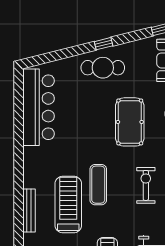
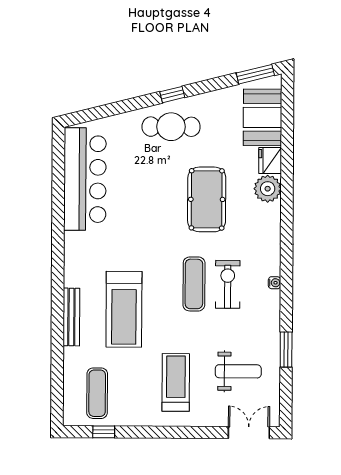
exercise mat: (98, 185) -> (194, 284), moved
treadmill: (68, 204) -> (124, 309), turned 180

